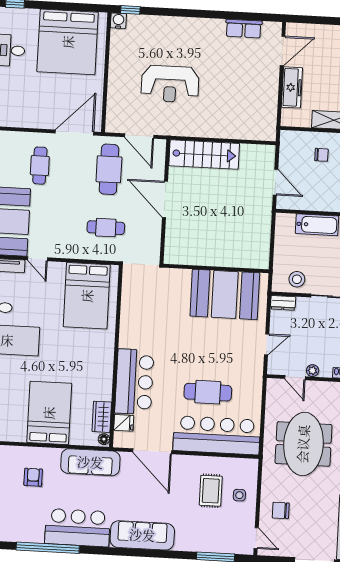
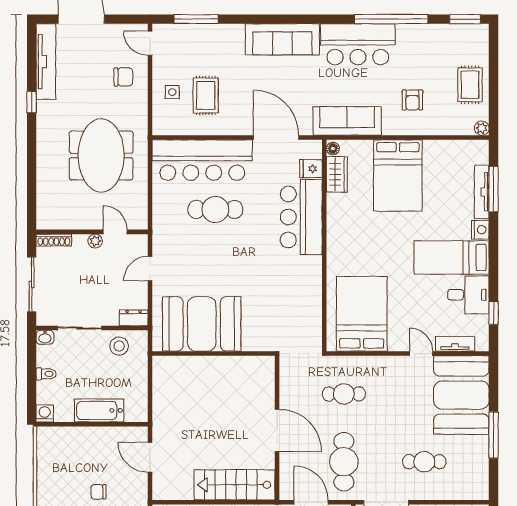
cafe table: (40, 166) -> (424, 462), turned 90

